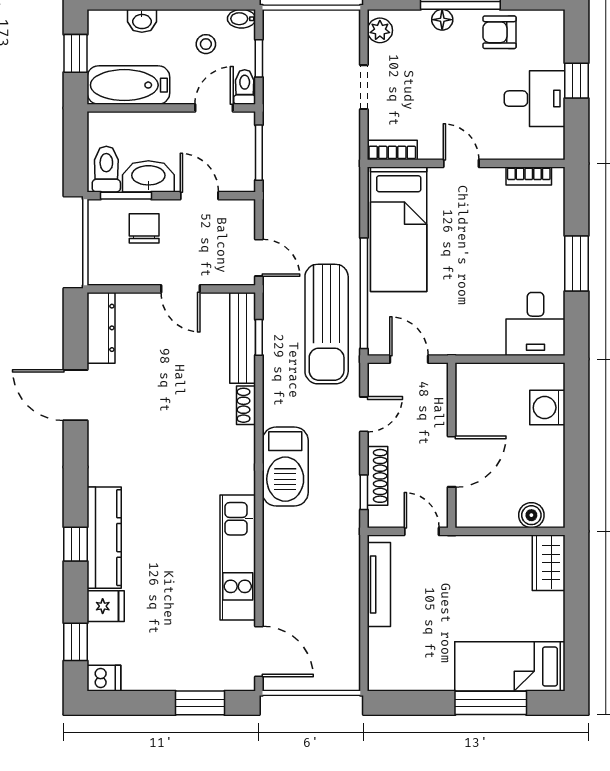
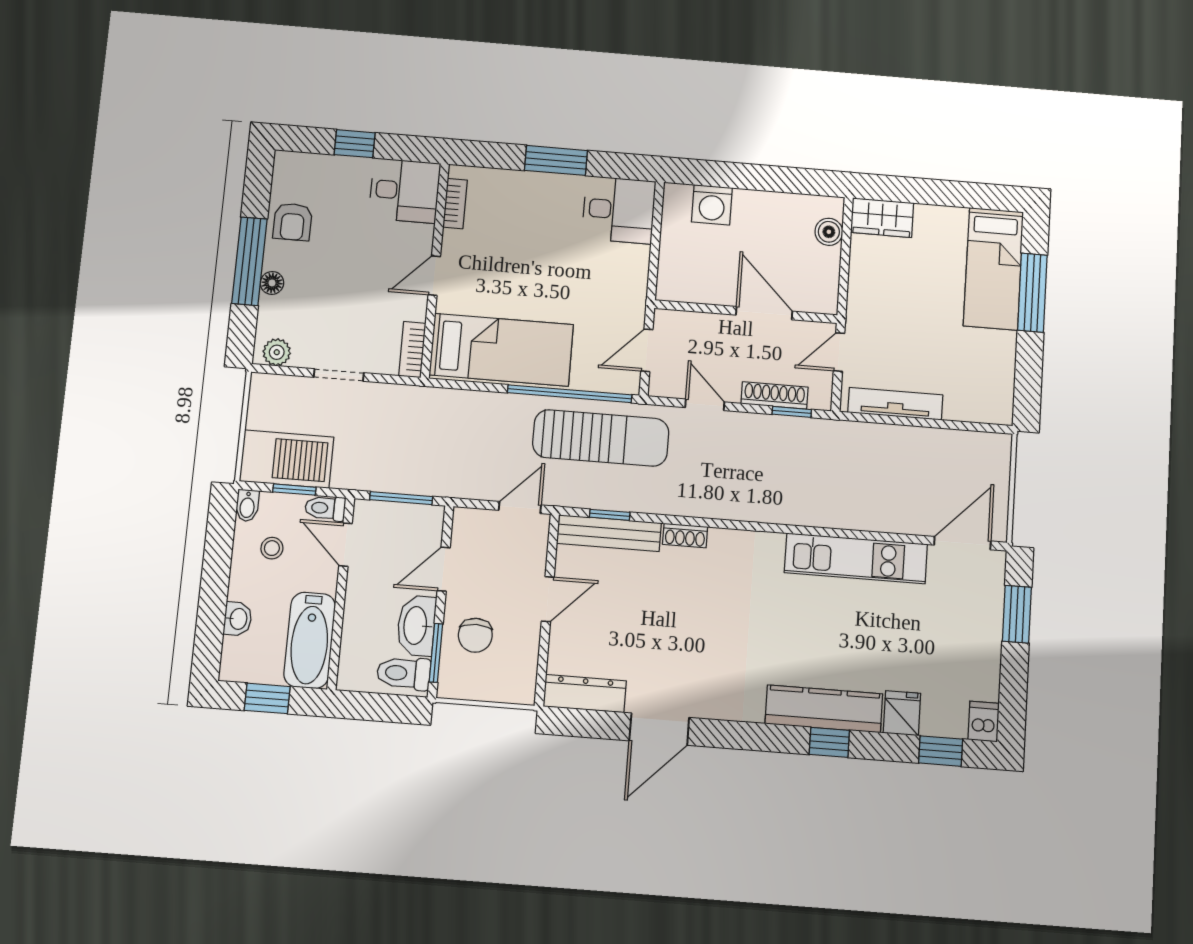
desk: (535, 99) -> (405, 191), moved, turned 90
chair: (144, 228) -> (475, 635), turned -90
barbecue: (285, 466) -> (287, 459), moved

